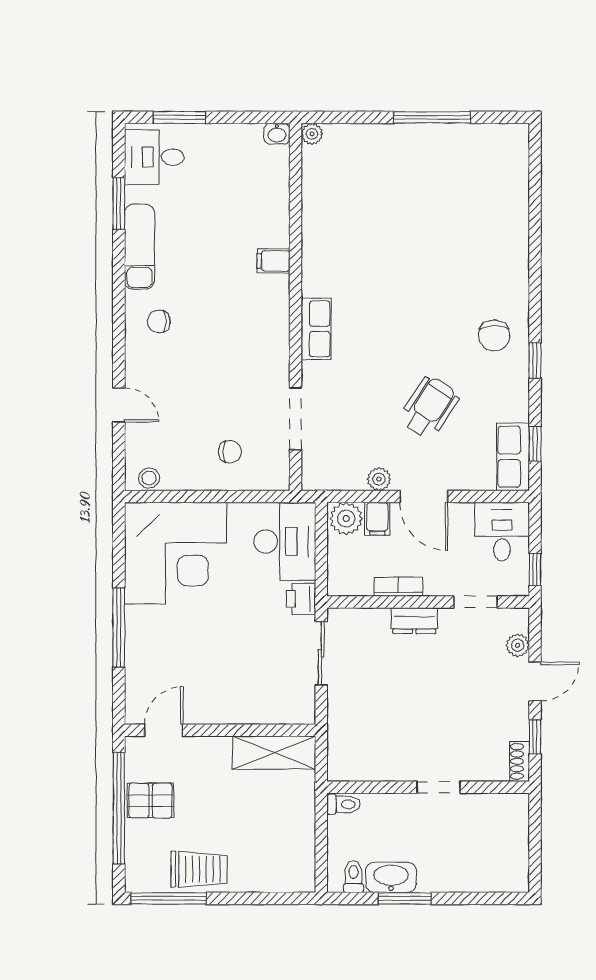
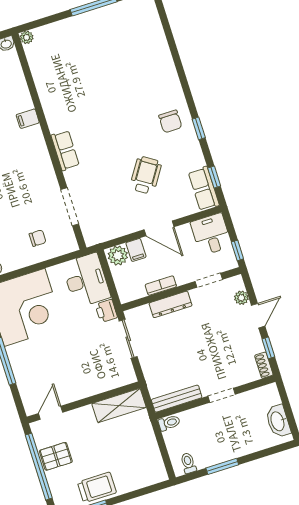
plant: (379, 479) -> (130, 226), removed
dresser: (414, 621) -> (170, 304), width x1.44
bench: (367, 770) -> (177, 399), added
washbasin: (391, 877) -> (278, 421), moved, turned -90

